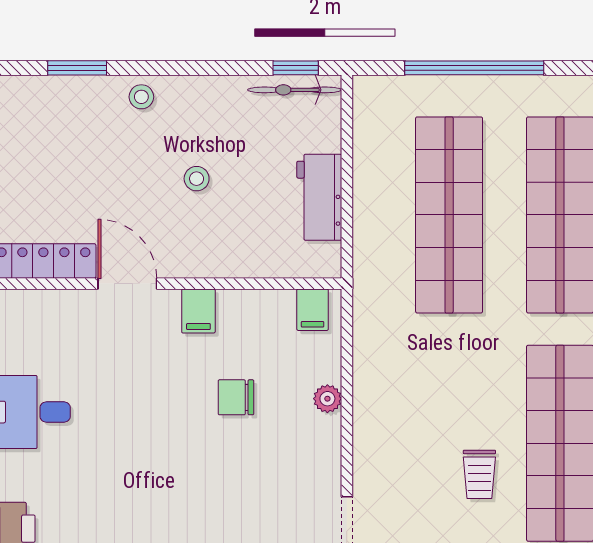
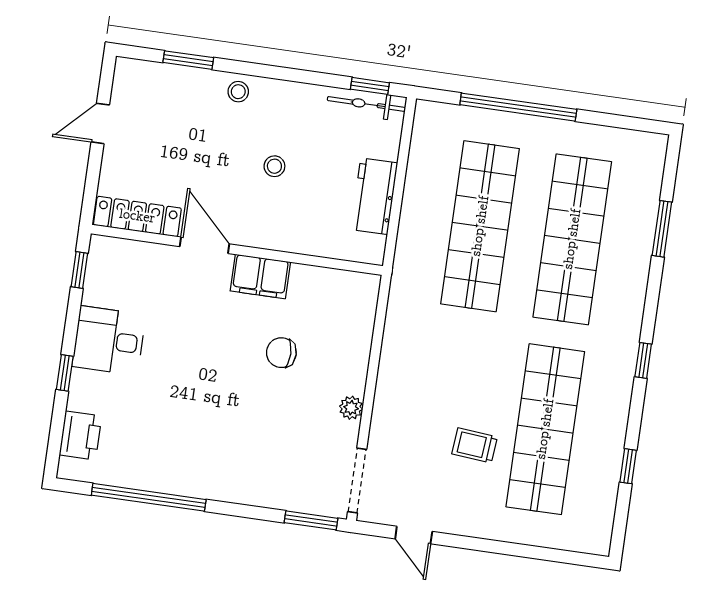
filing cabinet: (313, 310) -> (355, 289), removed
filing cabinet: (198, 311) -> (260, 276), width x2.00
plant: (327, 399) -> (351, 408), moved
trolley: (479, 474) -> (475, 445), turned 95

